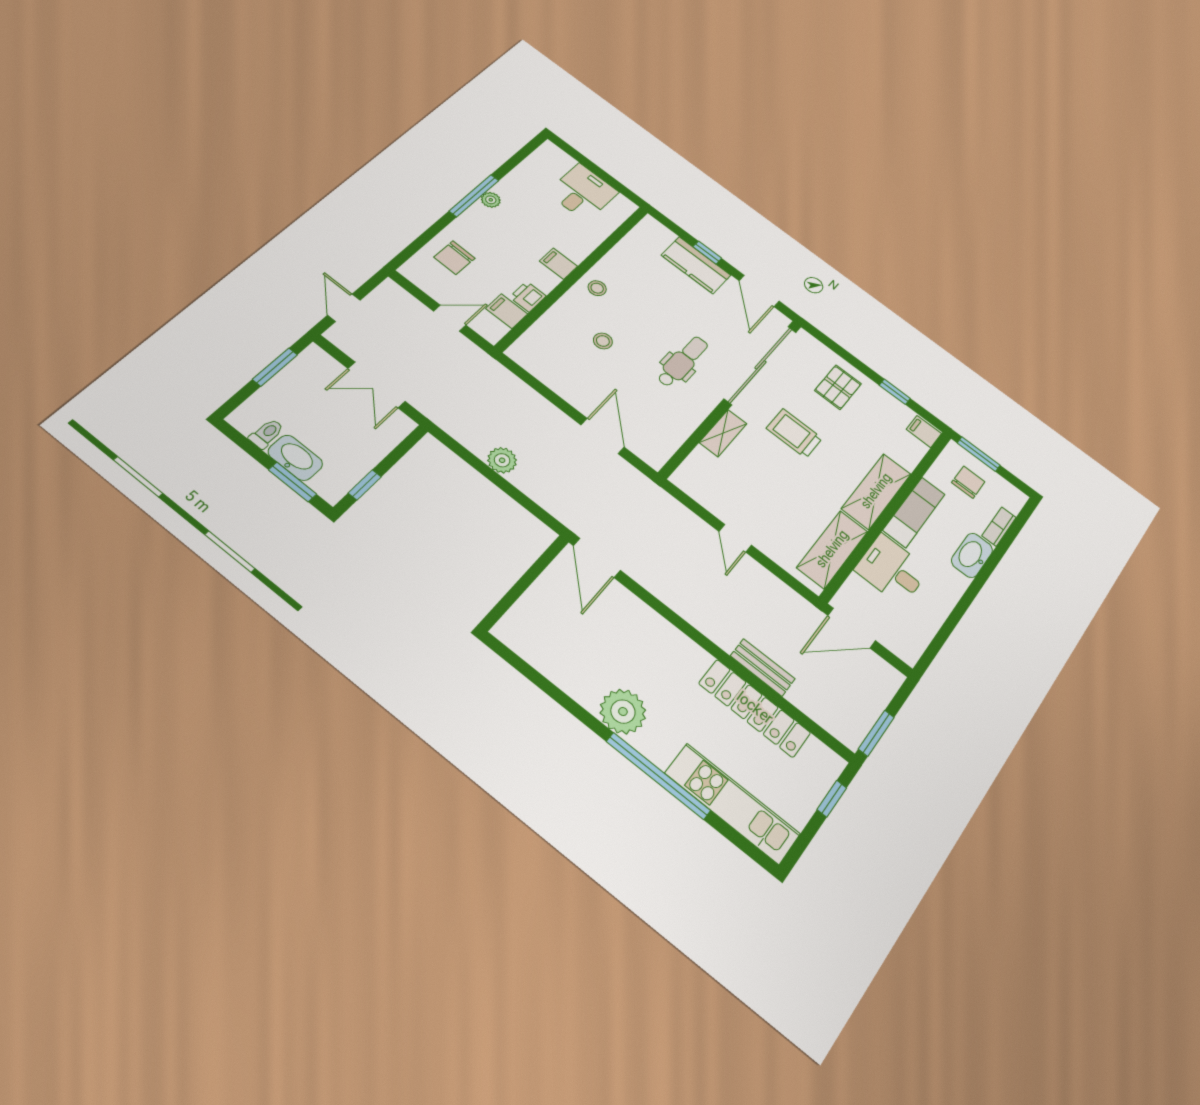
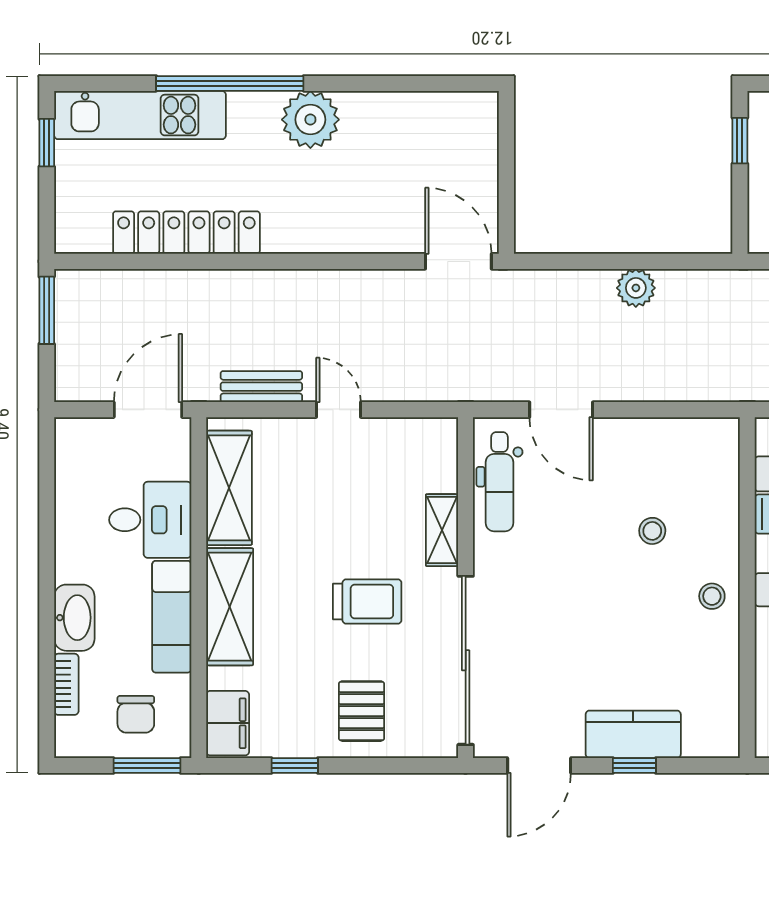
door: (759, 291) -> (539, 765), swing flipped
dental chair: (683, 361) -> (499, 482), moved
filing cabinet: (924, 431) -> (228, 723), width x2.00
bench: (763, 667) -> (261, 387), moved
window: (832, 799) -> (47, 143), moved

